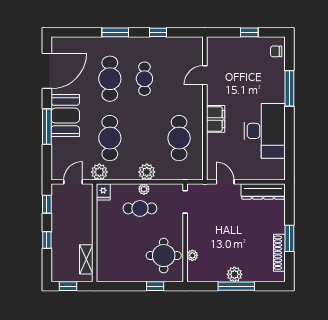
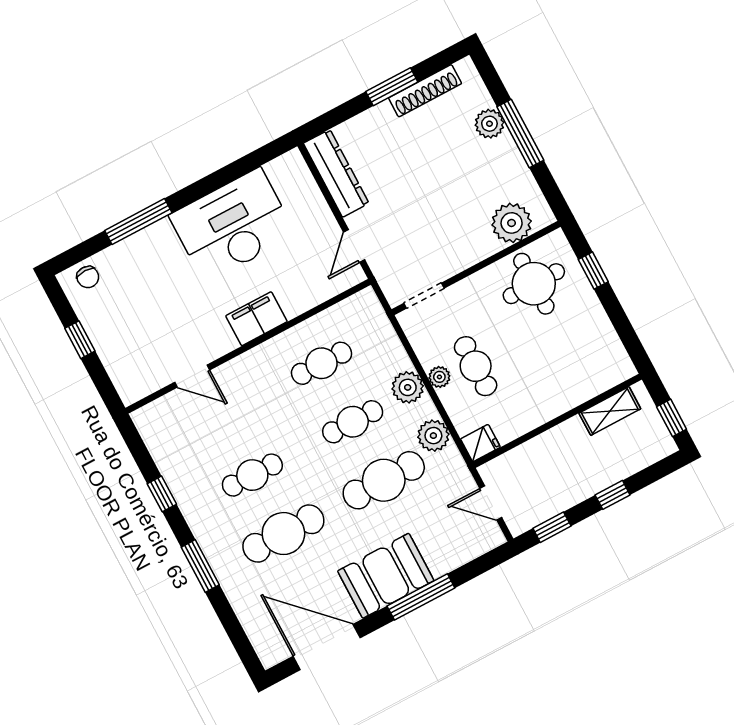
cafe table: (144, 138) -> (353, 422), added
cafe table: (179, 138) -> (322, 363), width x0.73, depth x0.74
plant: (99, 172) -> (433, 436), moved
plant: (192, 255) -> (512, 223), width x1.88, depth x1.88
plant: (234, 274) -> (489, 124), moved

